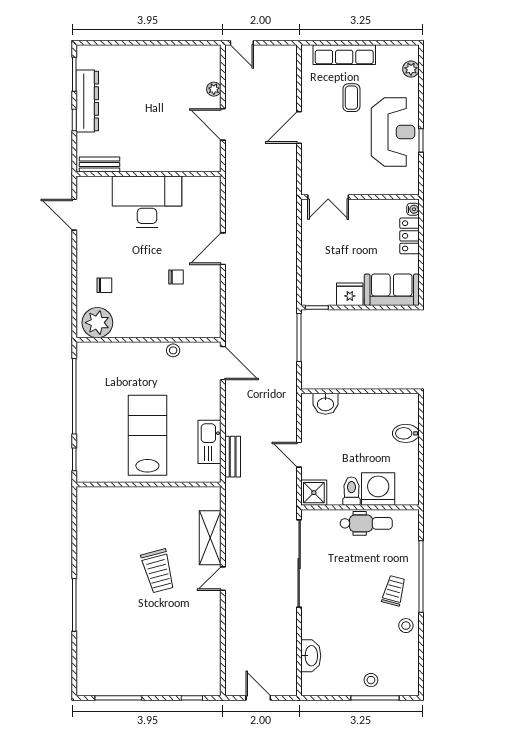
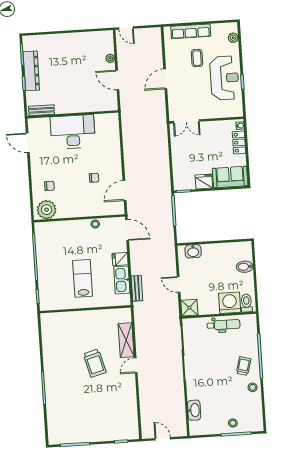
door: (223, 249) -> (124, 191), moved
fridge: (209, 409) -> (120, 259), added
lab bench: (147, 435) -> (83, 278), width x0.73, depth x0.72
toilet: (351, 491) -> (246, 303), moved

